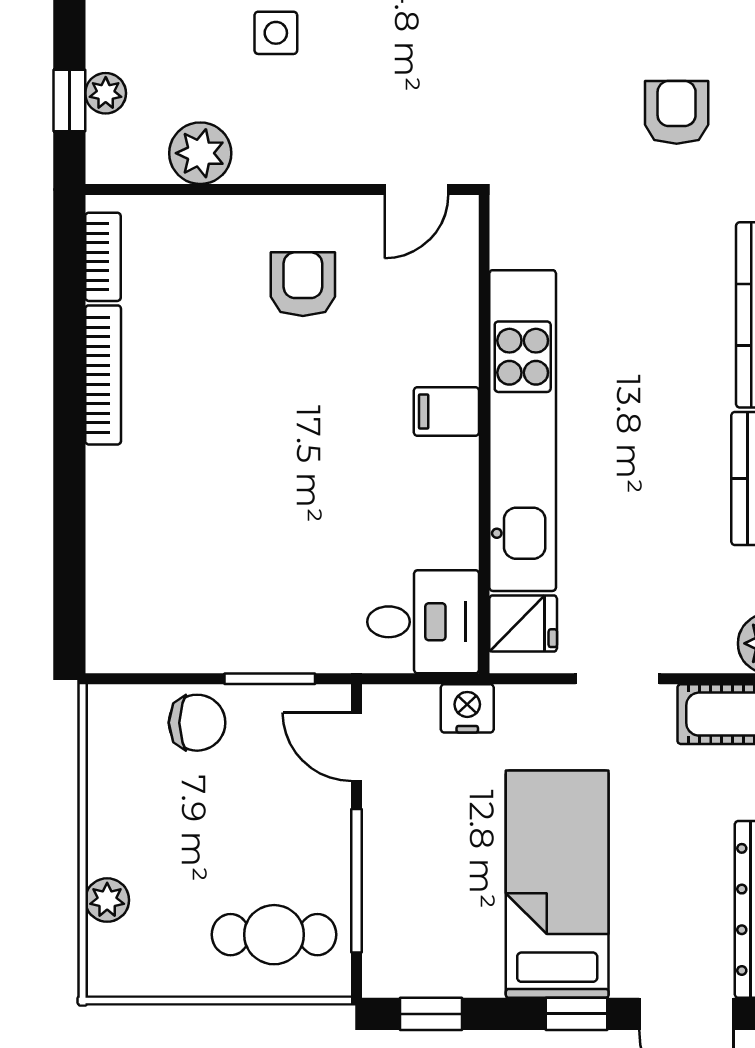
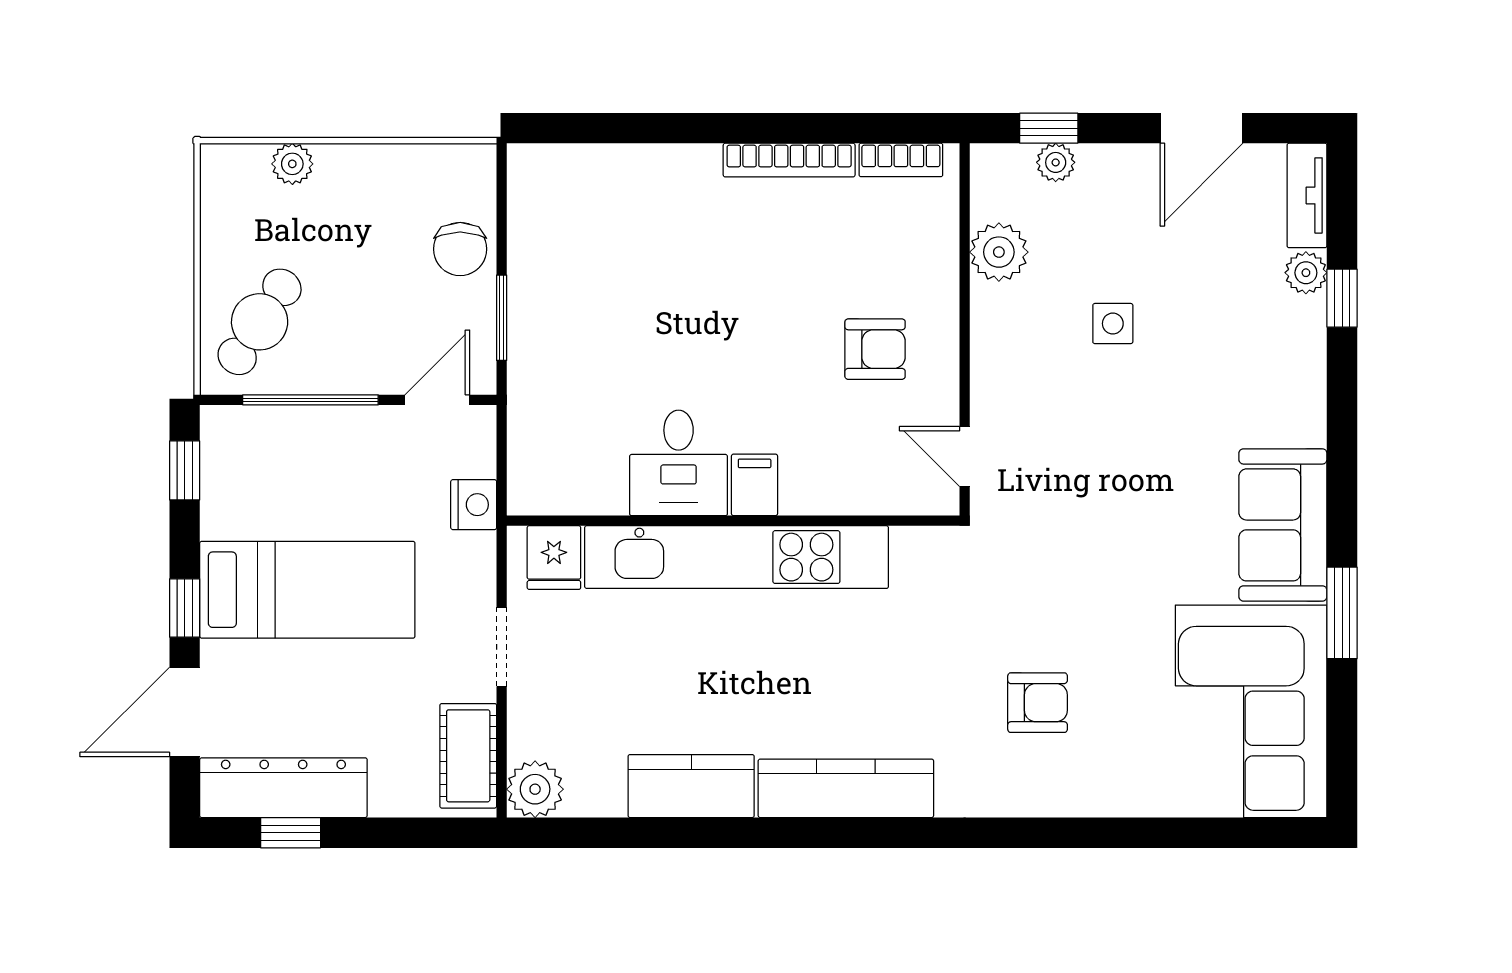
desk: (423, 622) -> (679, 463), moved
cafe table: (274, 935) -> (260, 322), turned 33

